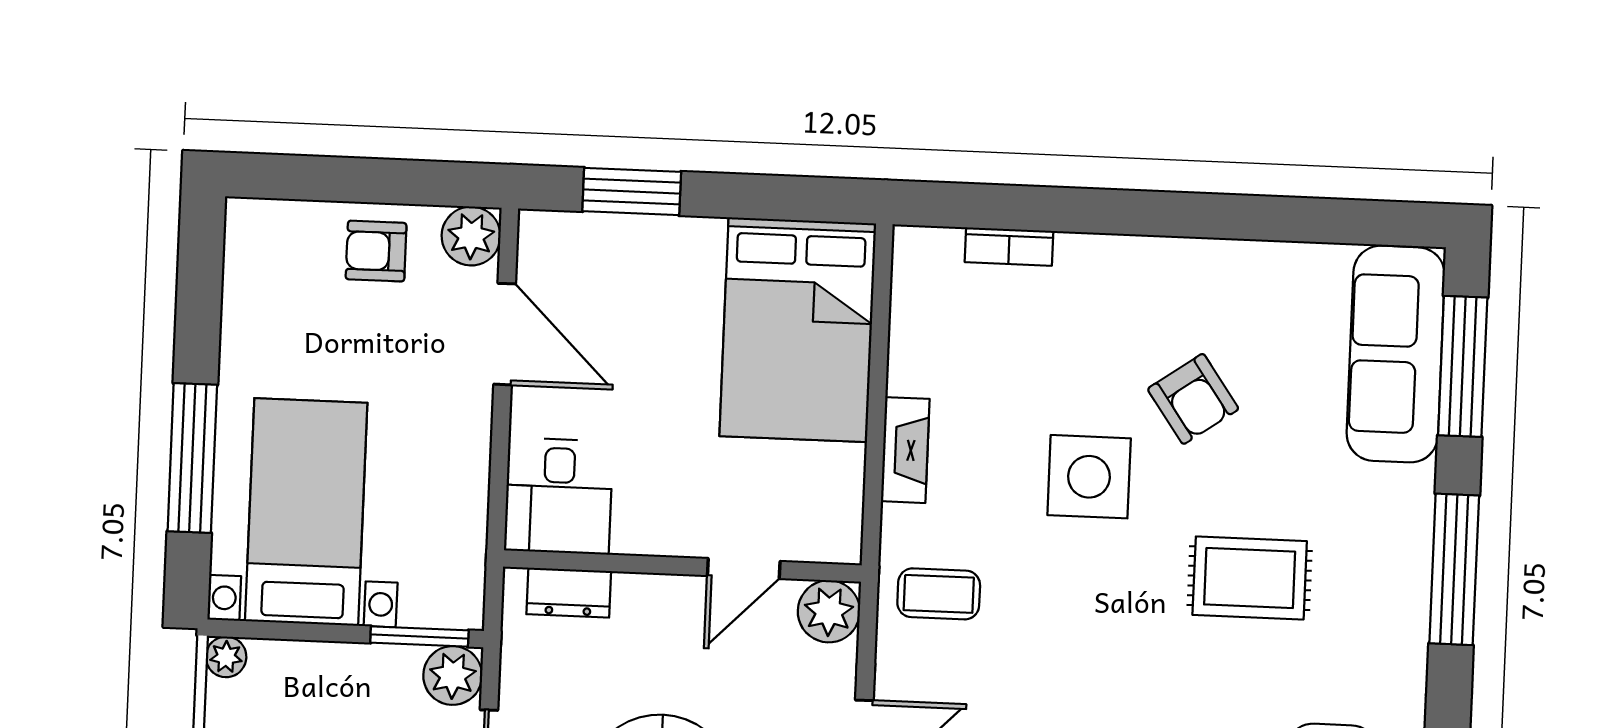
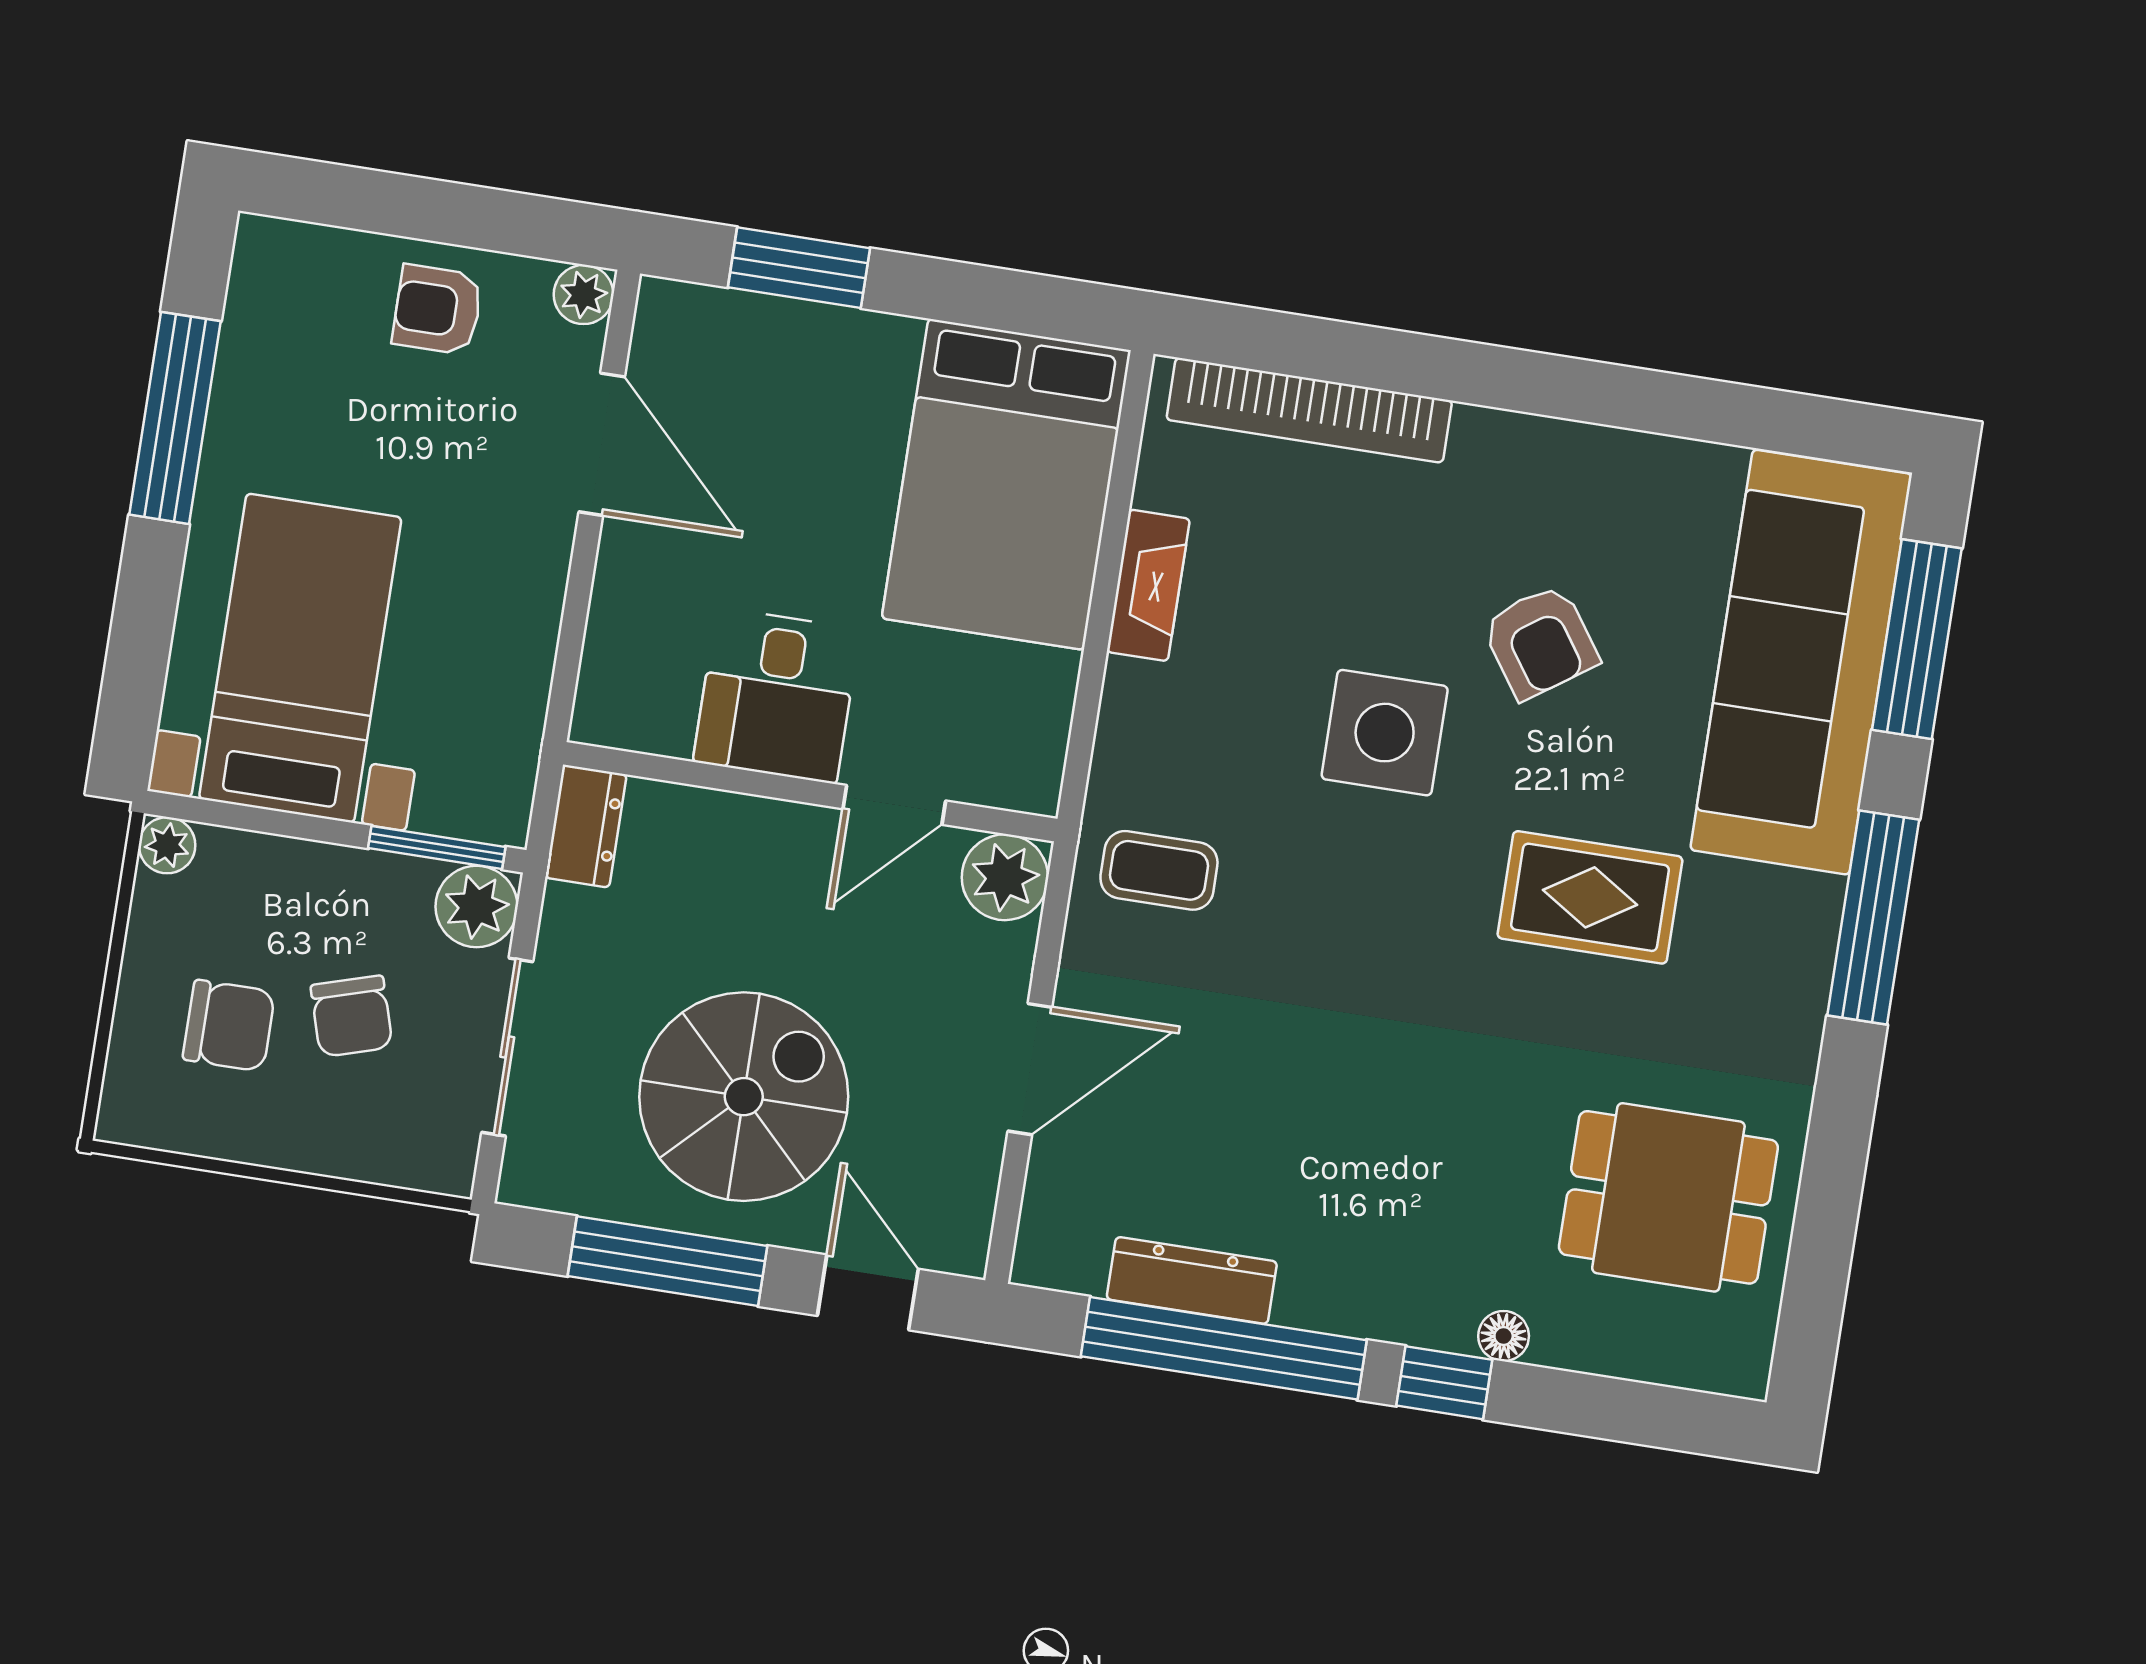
plant: (471, 236) -> (584, 295), width x0.73, depth x0.73
bookcase: (1009, 247) -> (1309, 410), width x2.31, depth x1.31
sofa: (1396, 354) -> (1801, 662), width x1.36, depth x1.27
fireplace: (905, 450) -> (1148, 585), moved
window: (192, 458) -> (175, 418), moved
desk: (559, 496) -> (777, 696), moved
dresser: (569, 593) -> (586, 826), moved, turned -90

